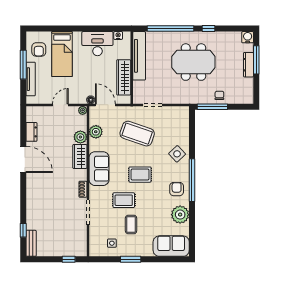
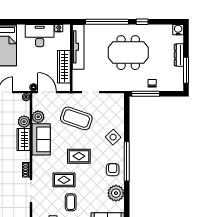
window: (256, 60) -> (186, 70), moved
sofa: (99, 169) -> (41, 139), moved

